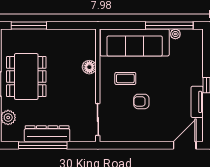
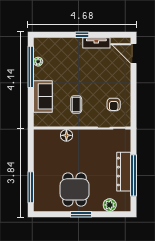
sofa: (135, 42) -> (43, 96), width x0.54, depth x0.79
dining table: (26, 77) -> (75, 189), width x0.73
armchair: (141, 101) -> (114, 104), moved

